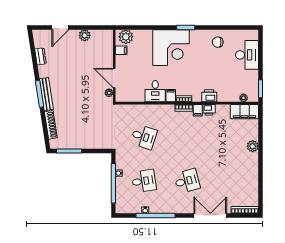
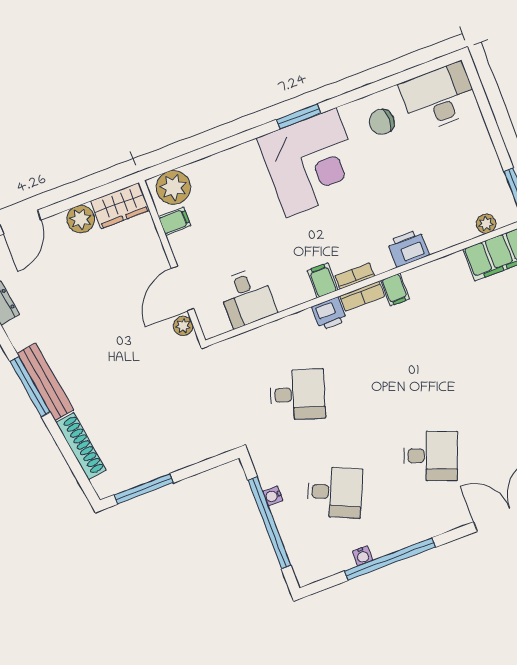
wardrobe: (102, 36) -> (120, 206), added
corner desk: (171, 48) -> (311, 163), moved
desk: (247, 55) -> (439, 97), moved, turned -90
door: (114, 78) -> (182, 289), hinge flipped
desk: (155, 91) -> (247, 297), moved
printer: (209, 110) -> (329, 314), moved
desk: (144, 181) -> (335, 492), turned 33
desk: (187, 181) -> (431, 456), turned 36

